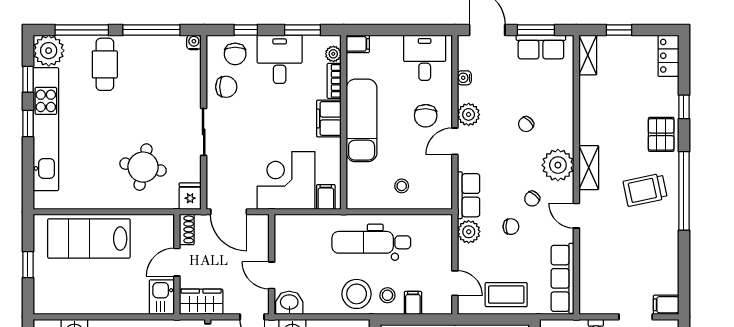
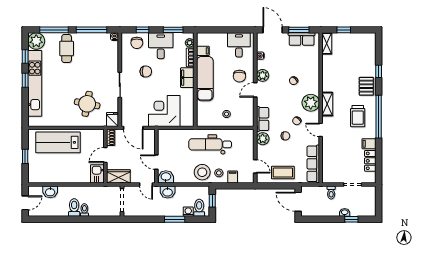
filing cabinet: (358, 44) -> (203, 51), moved
locker: (668, 56) -> (370, 161), moved
chair: (226, 87) -> (146, 71), moved
trolley: (645, 190) -> (358, 116), turned -78
filing cabinet: (326, 197) -> (186, 120), removed
filing cabinet: (666, 305) -> (369, 144), moved

